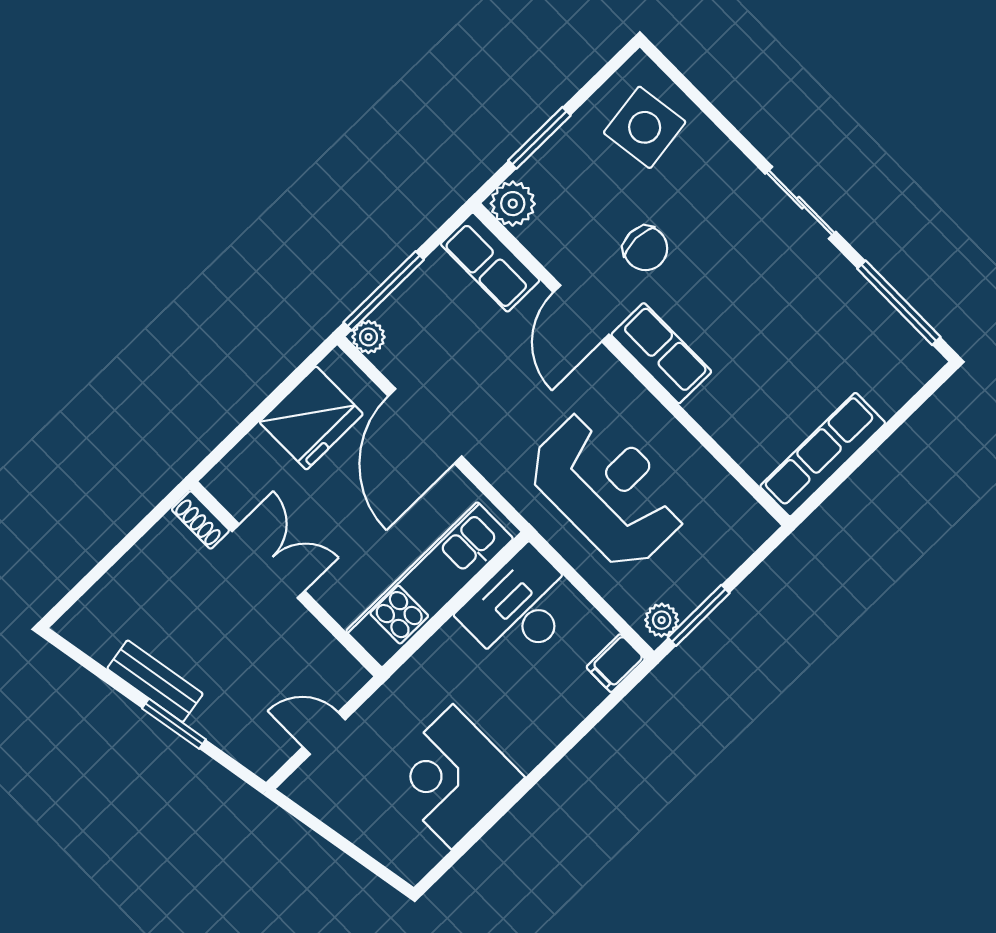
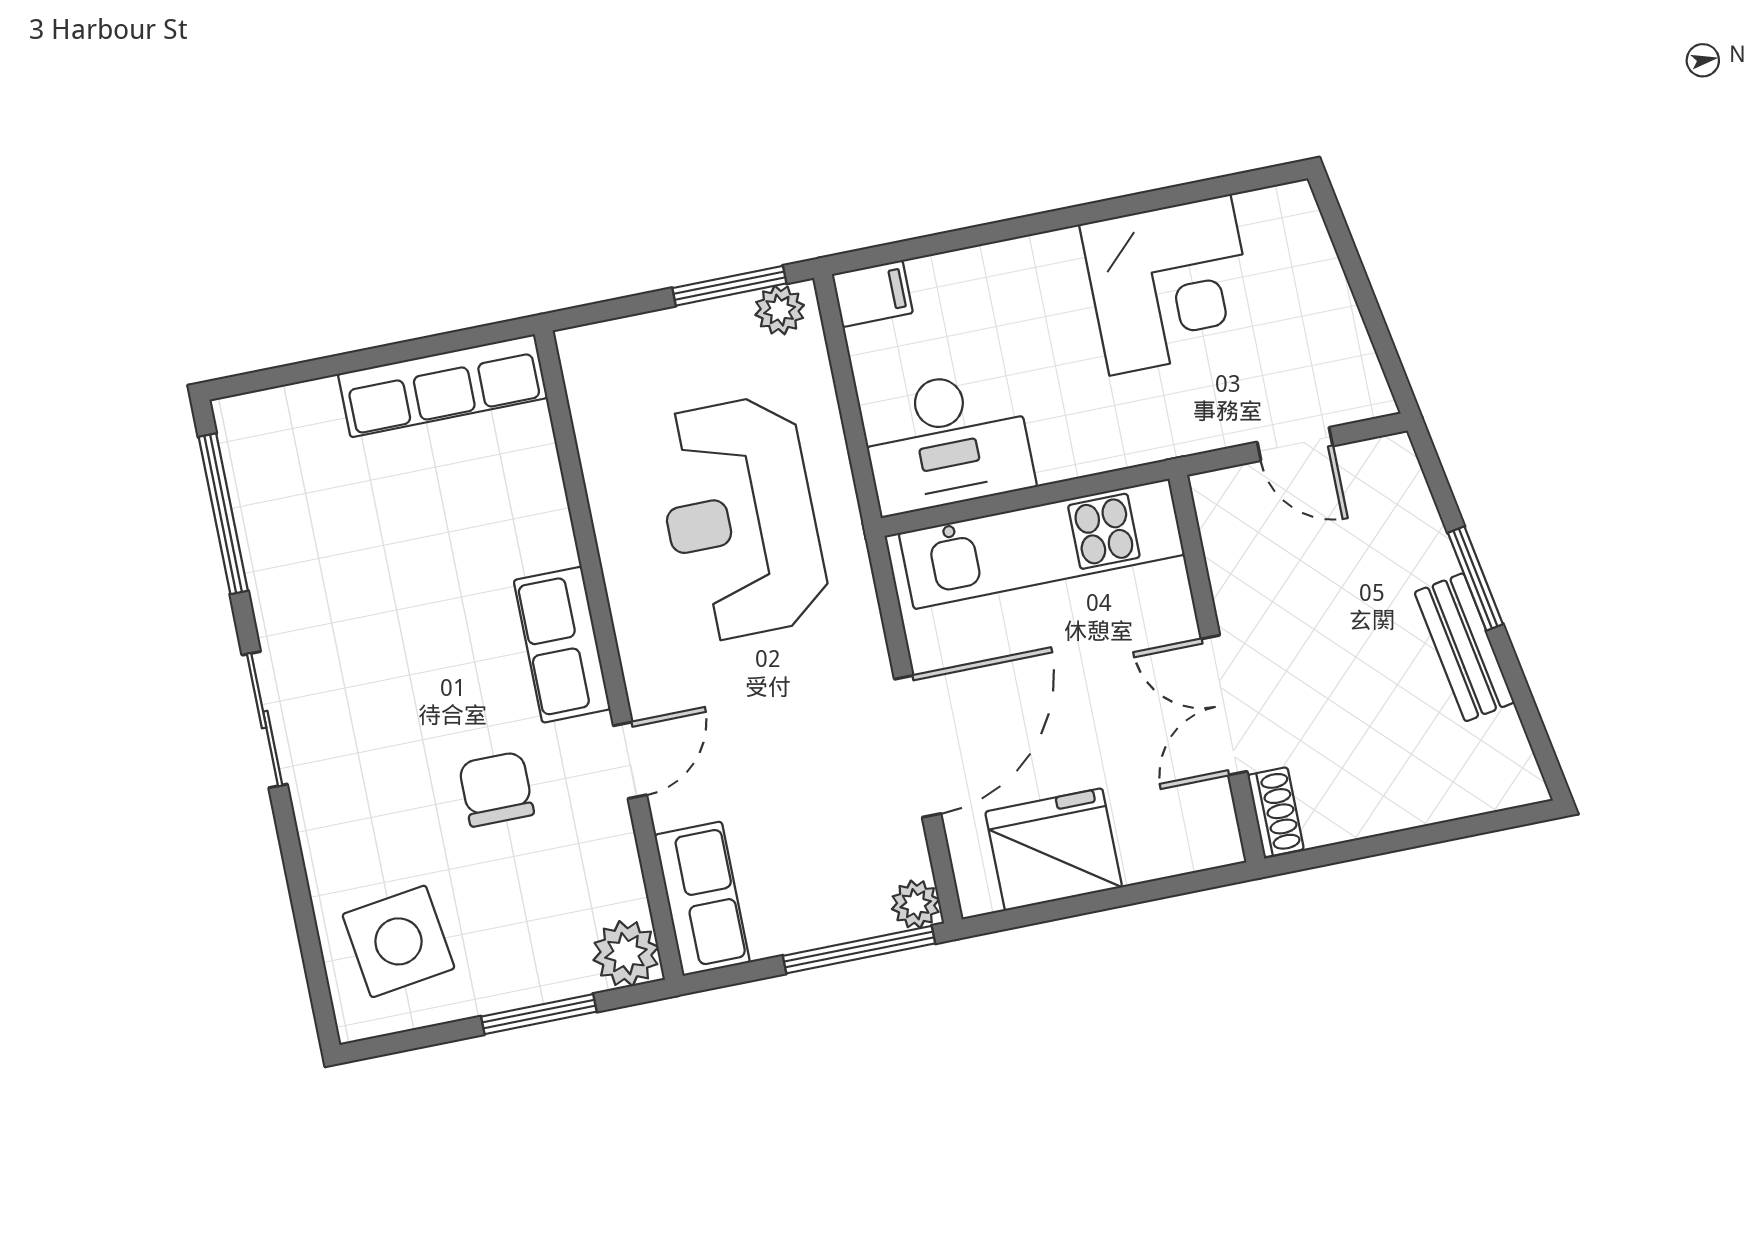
door: (581, 313) -> (630, 760), width x0.73

